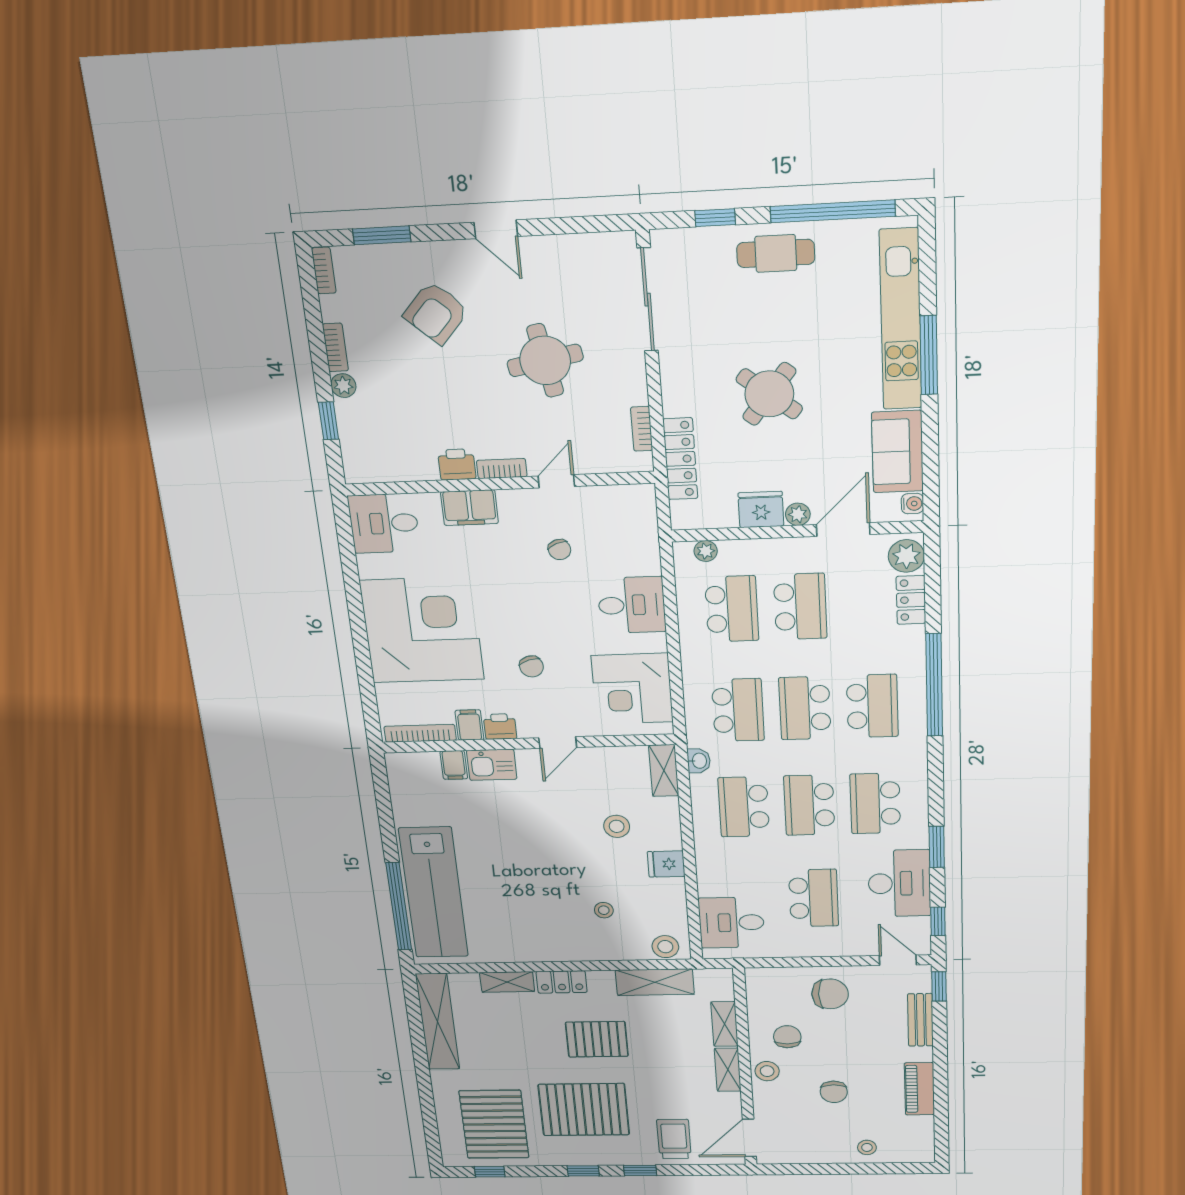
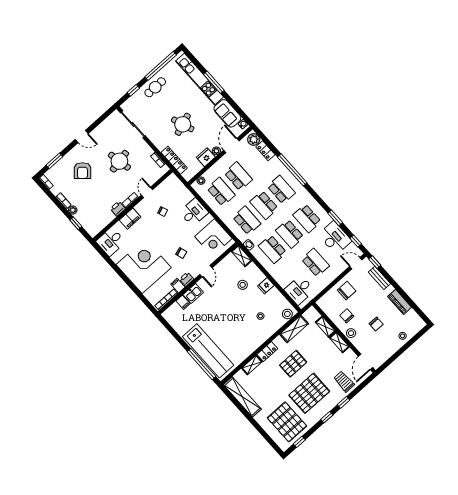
round table: (769, 394) -> (183, 124), turned 32

